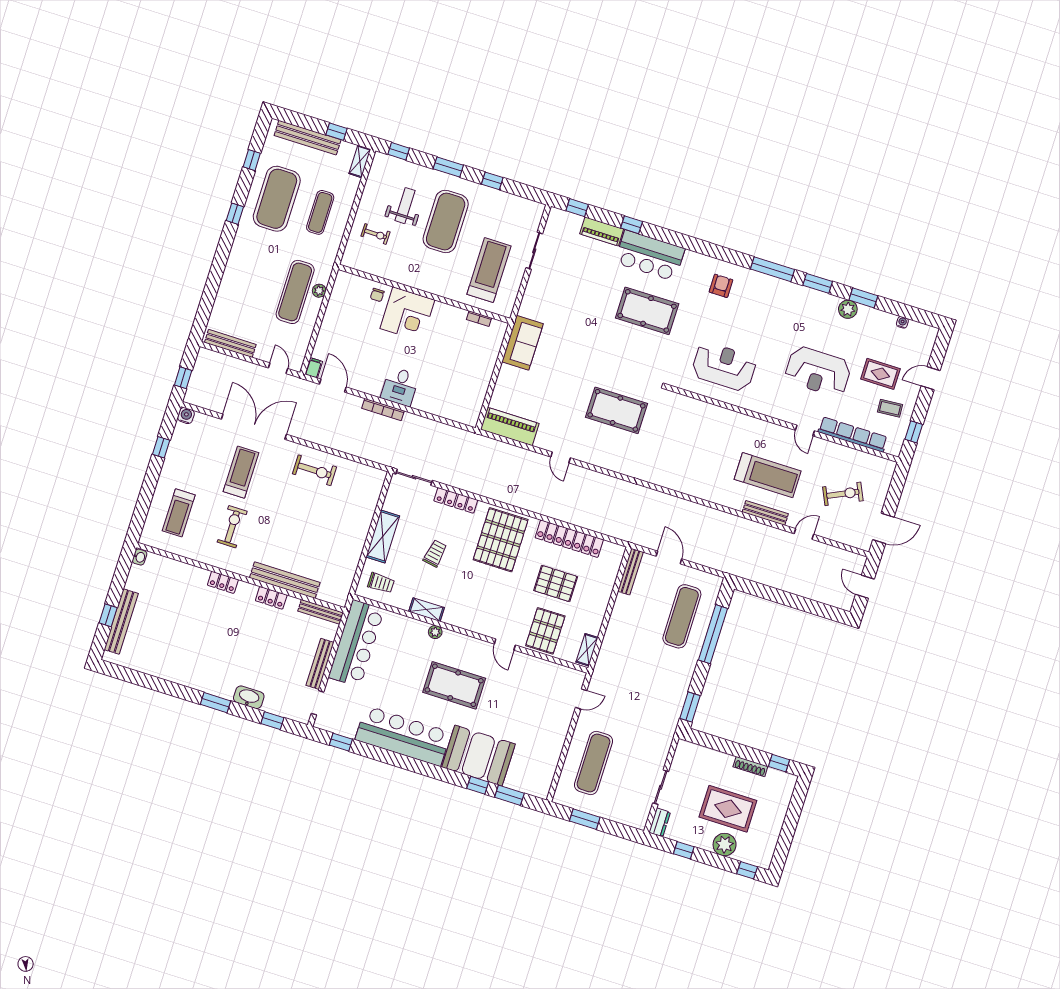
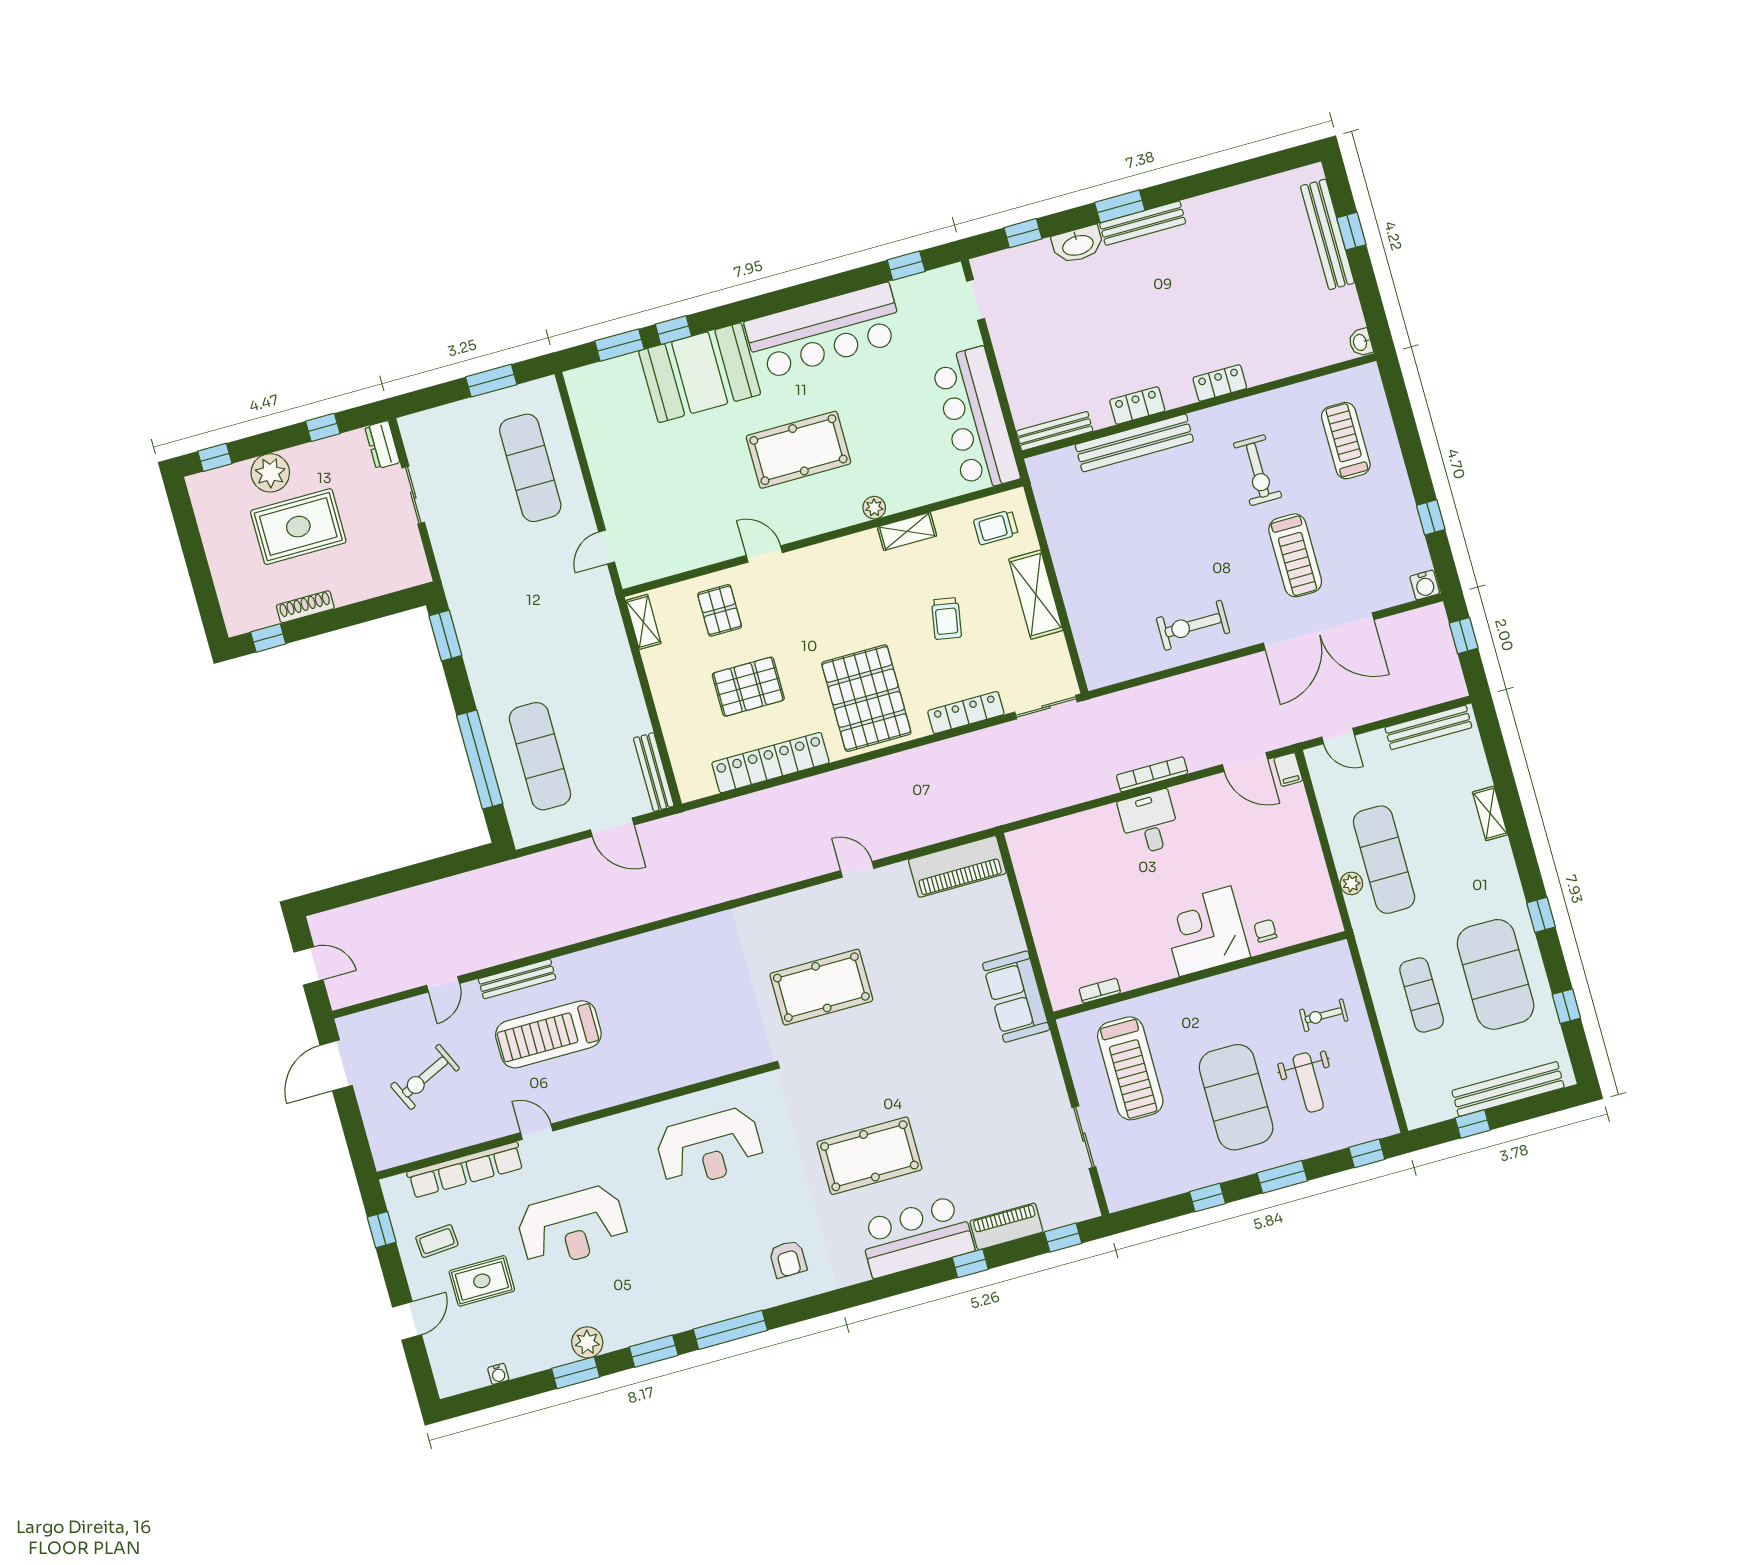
shelving: (360, 161) -> (1490, 813), moved
reception desk: (818, 372) -> (572, 1227), turned 180
pallet: (545, 631) -> (720, 610), width x0.67, depth x0.71
bench: (320, 664) -> (1143, 223), moved, turned 90

